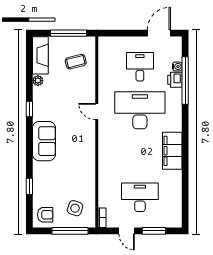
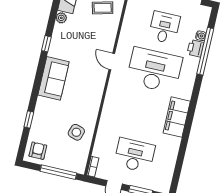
side table: (75, 208) -> (76, 132), moved
armchair: (45, 215) -> (38, 151), turned -90

